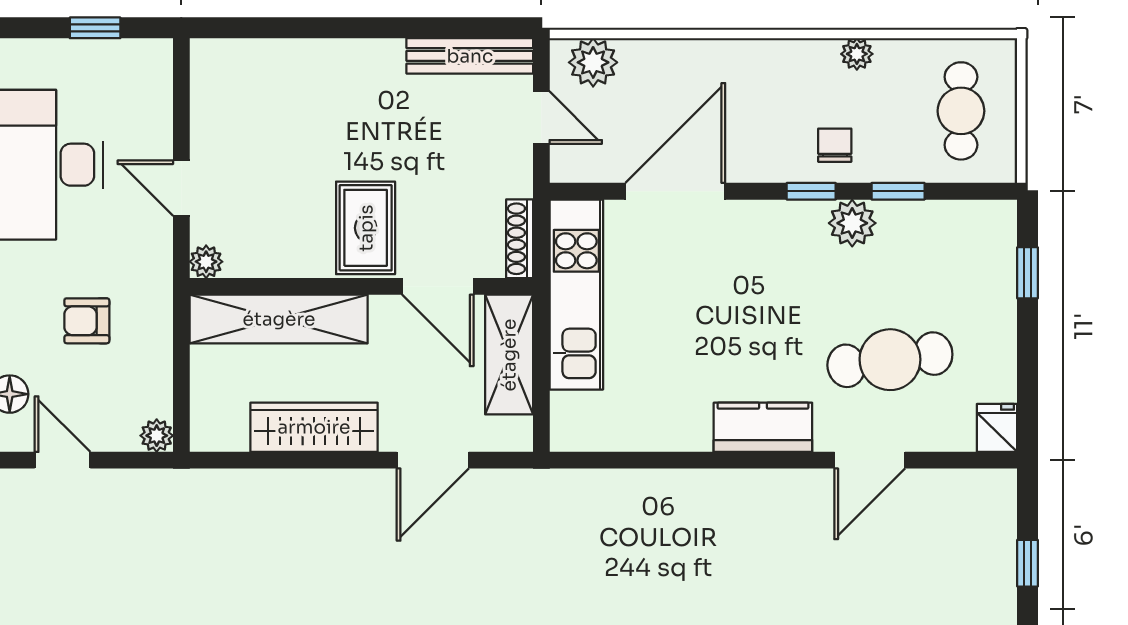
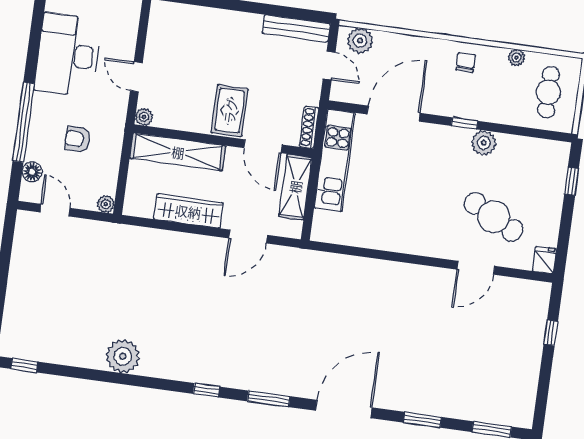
plant: (857, 54) -> (516, 58), moved
chair: (835, 145) -> (466, 62), moved
window: (898, 191) -> (510, 130), removed
cafe table: (890, 360) -> (494, 217), turned 36
kitchen counter: (763, 427) -> (423, 243), removed

